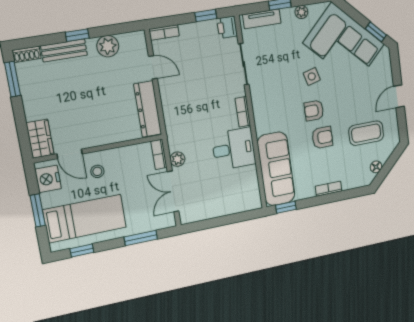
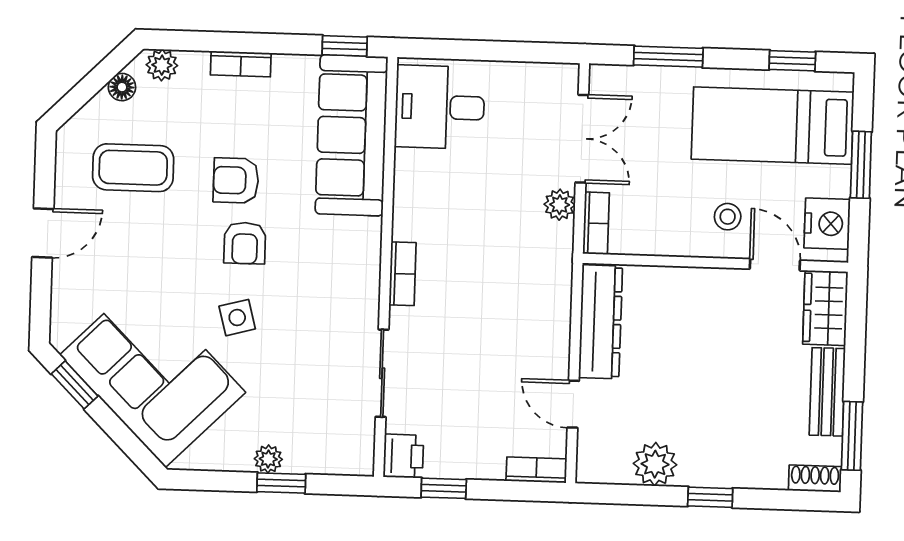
plant: (301, 12) -> (268, 459), moved
tv unit: (262, 19) -> (326, 460), removed
bench: (64, 50) -> (827, 392), moved, turned 90
armchair: (314, 111) -> (245, 243), turned 90
desk: (234, 149) -> (440, 107), moved
plant: (361, 180) -> (162, 65), added

